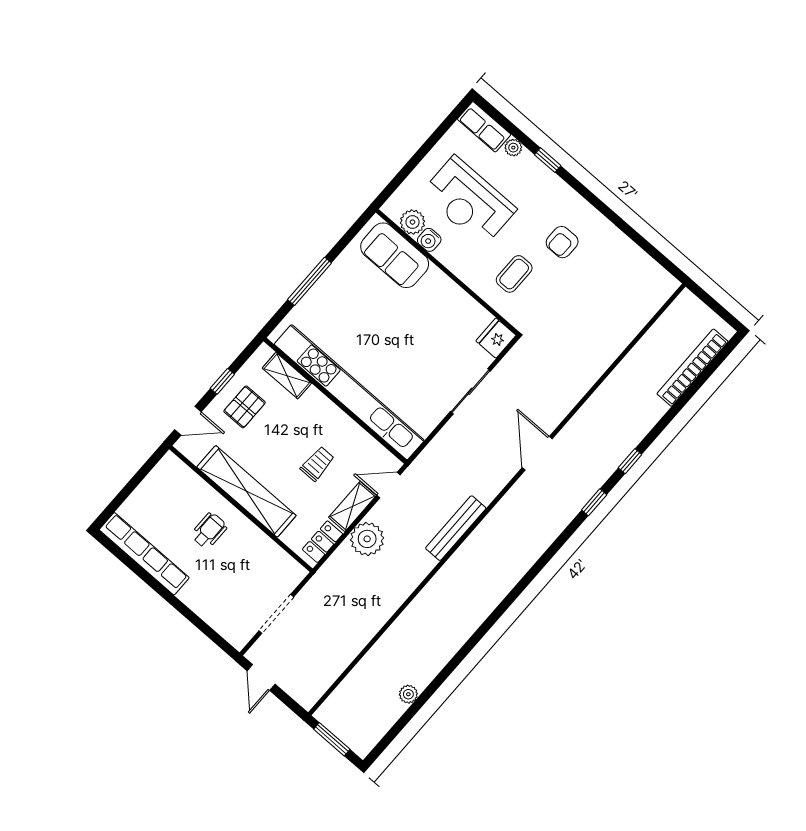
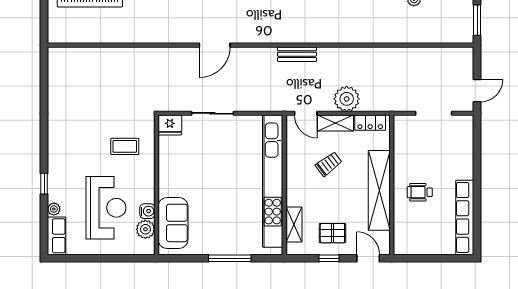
armchair: (562, 242) -> (83, 135), removed
trolley: (317, 464) -> (329, 164), turned 143
bench: (456, 528) -> (297, 54), width x0.73

